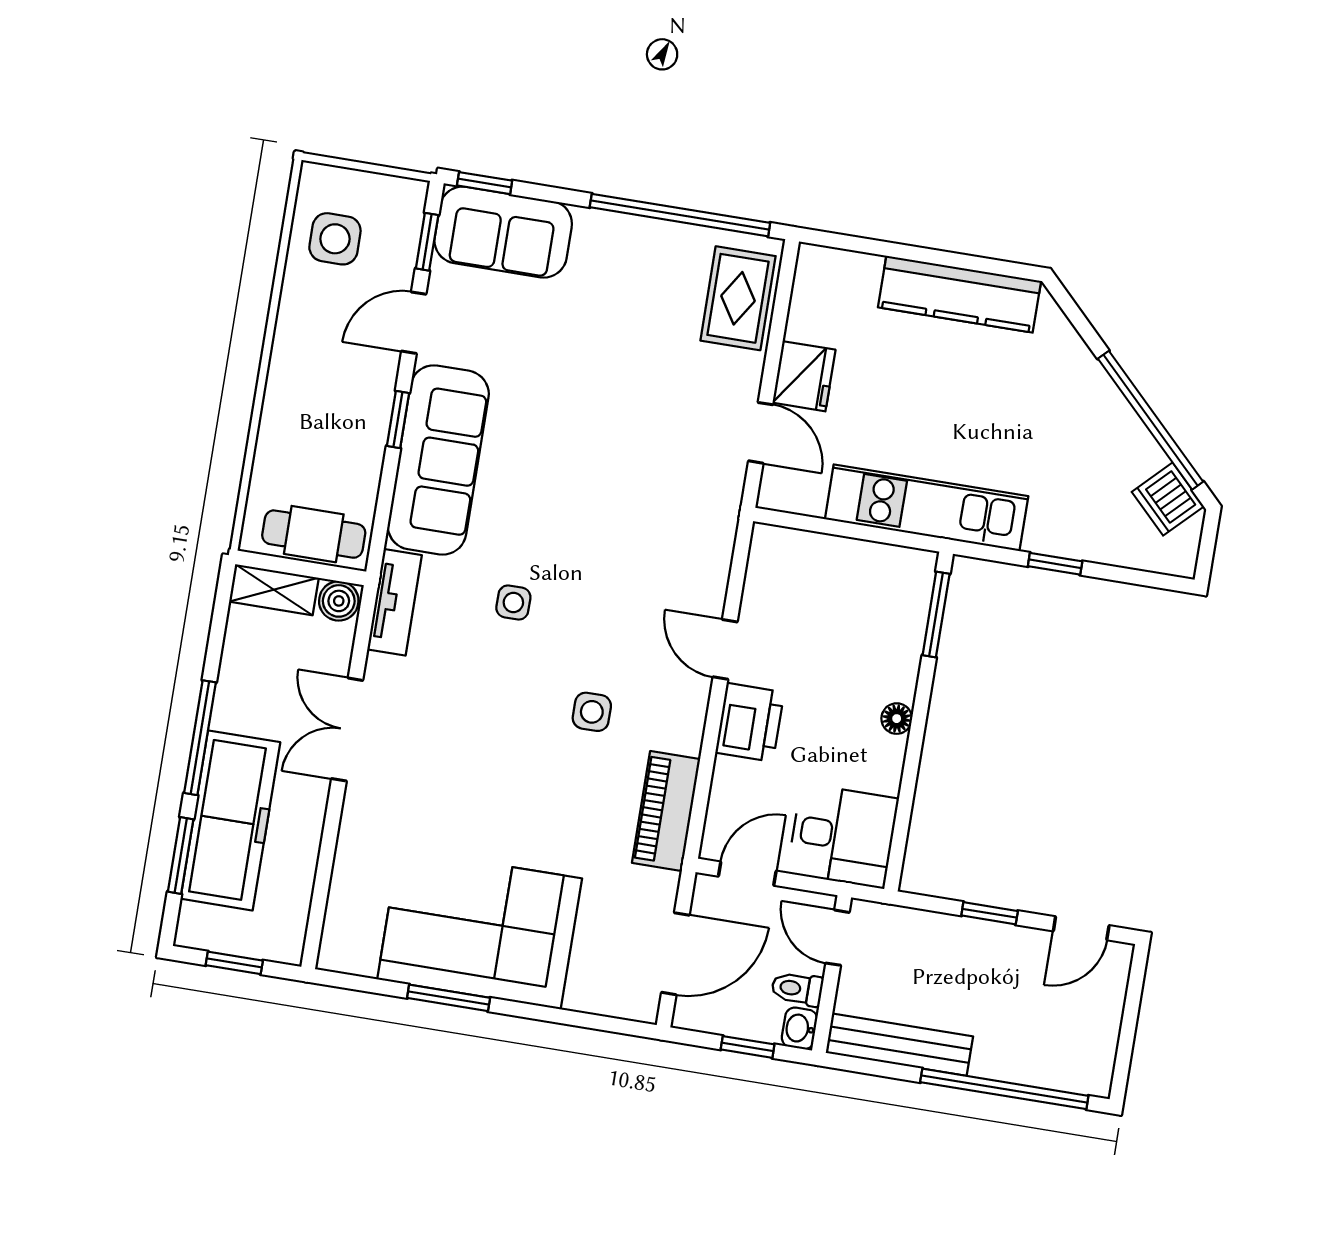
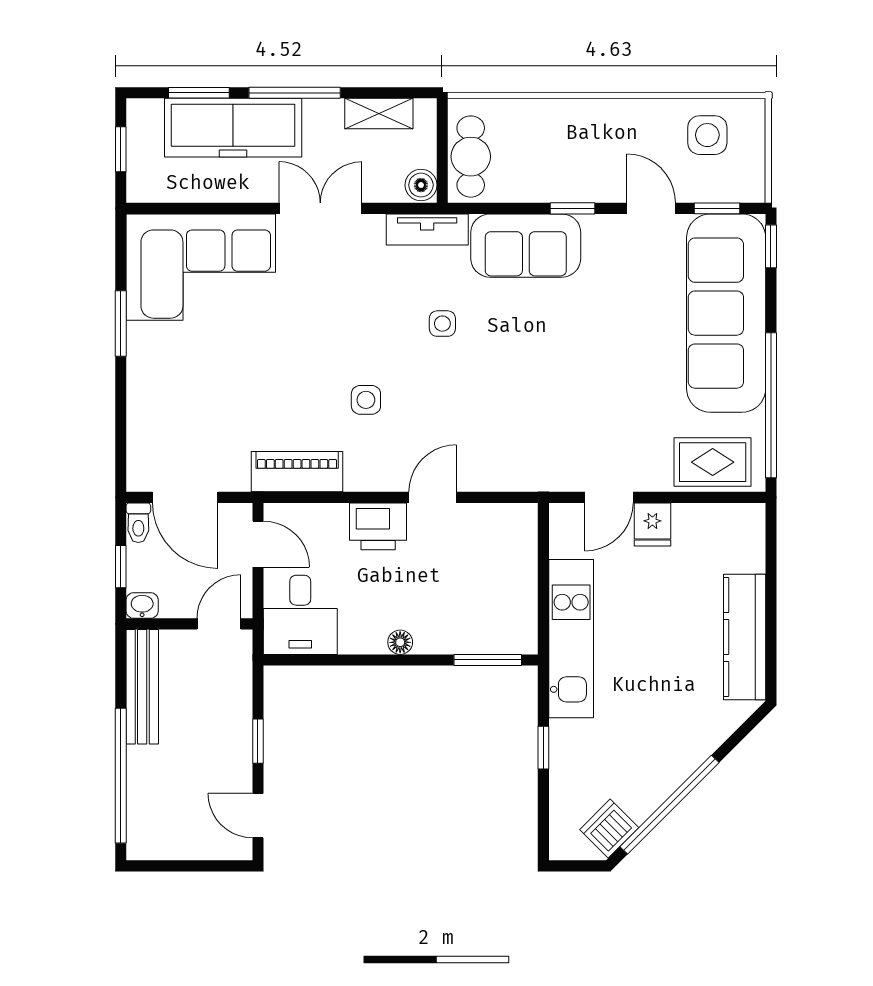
sofa: (503, 232) -> (726, 313), width x1.85, depth x1.27
fridge: (804, 376) -> (652, 524), width x0.72
sofa: (438, 460) -> (526, 246), width x0.73
shelving: (274, 590) -> (379, 114), moved, turned 90
corner sofa: (480, 929) -> (201, 267), moved, turned 90
toilet: (797, 989) -> (138, 523), moved, turned 180

